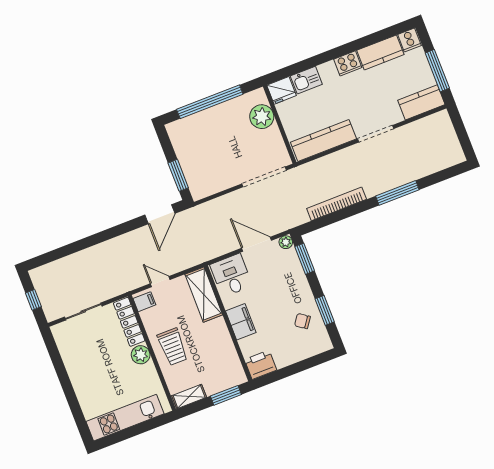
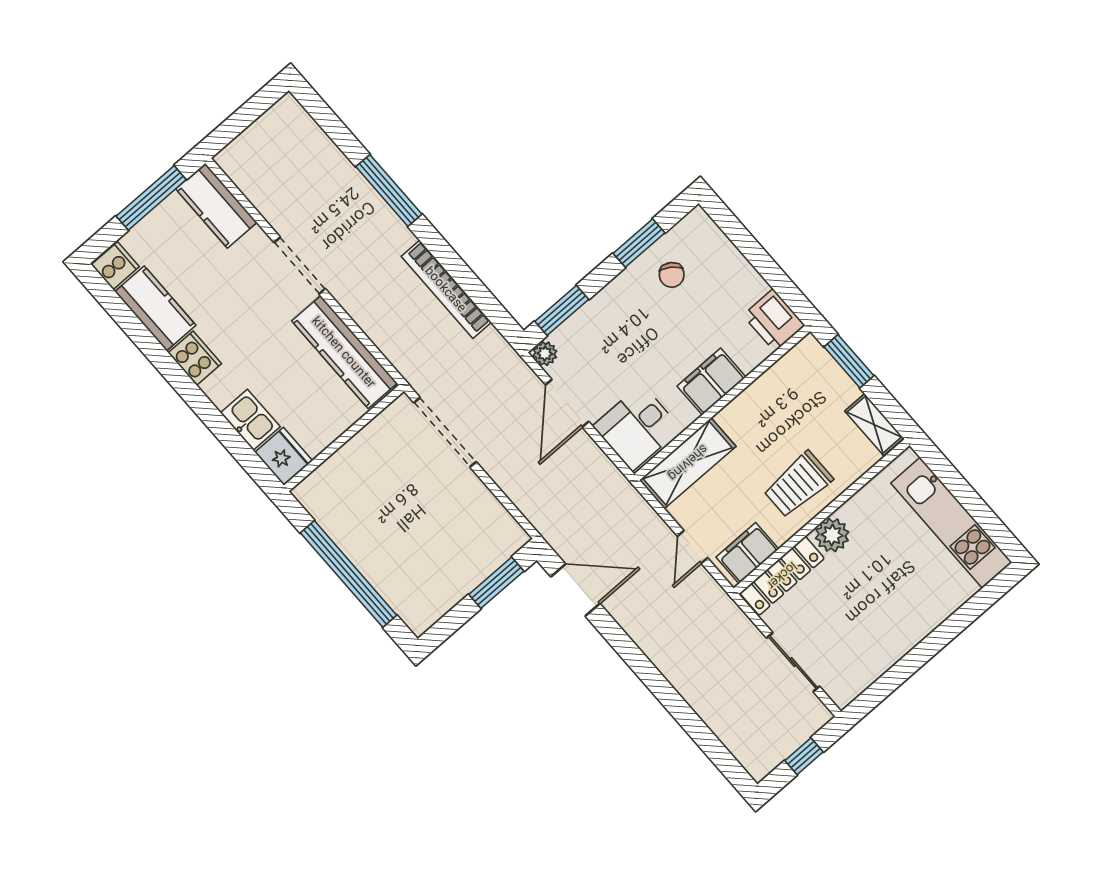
plant: (262, 117) -> (342, 474), removed
filing cabinet: (144, 302) -> (747, 553), width x2.00
trolley: (173, 347) -> (798, 484), turned 180

